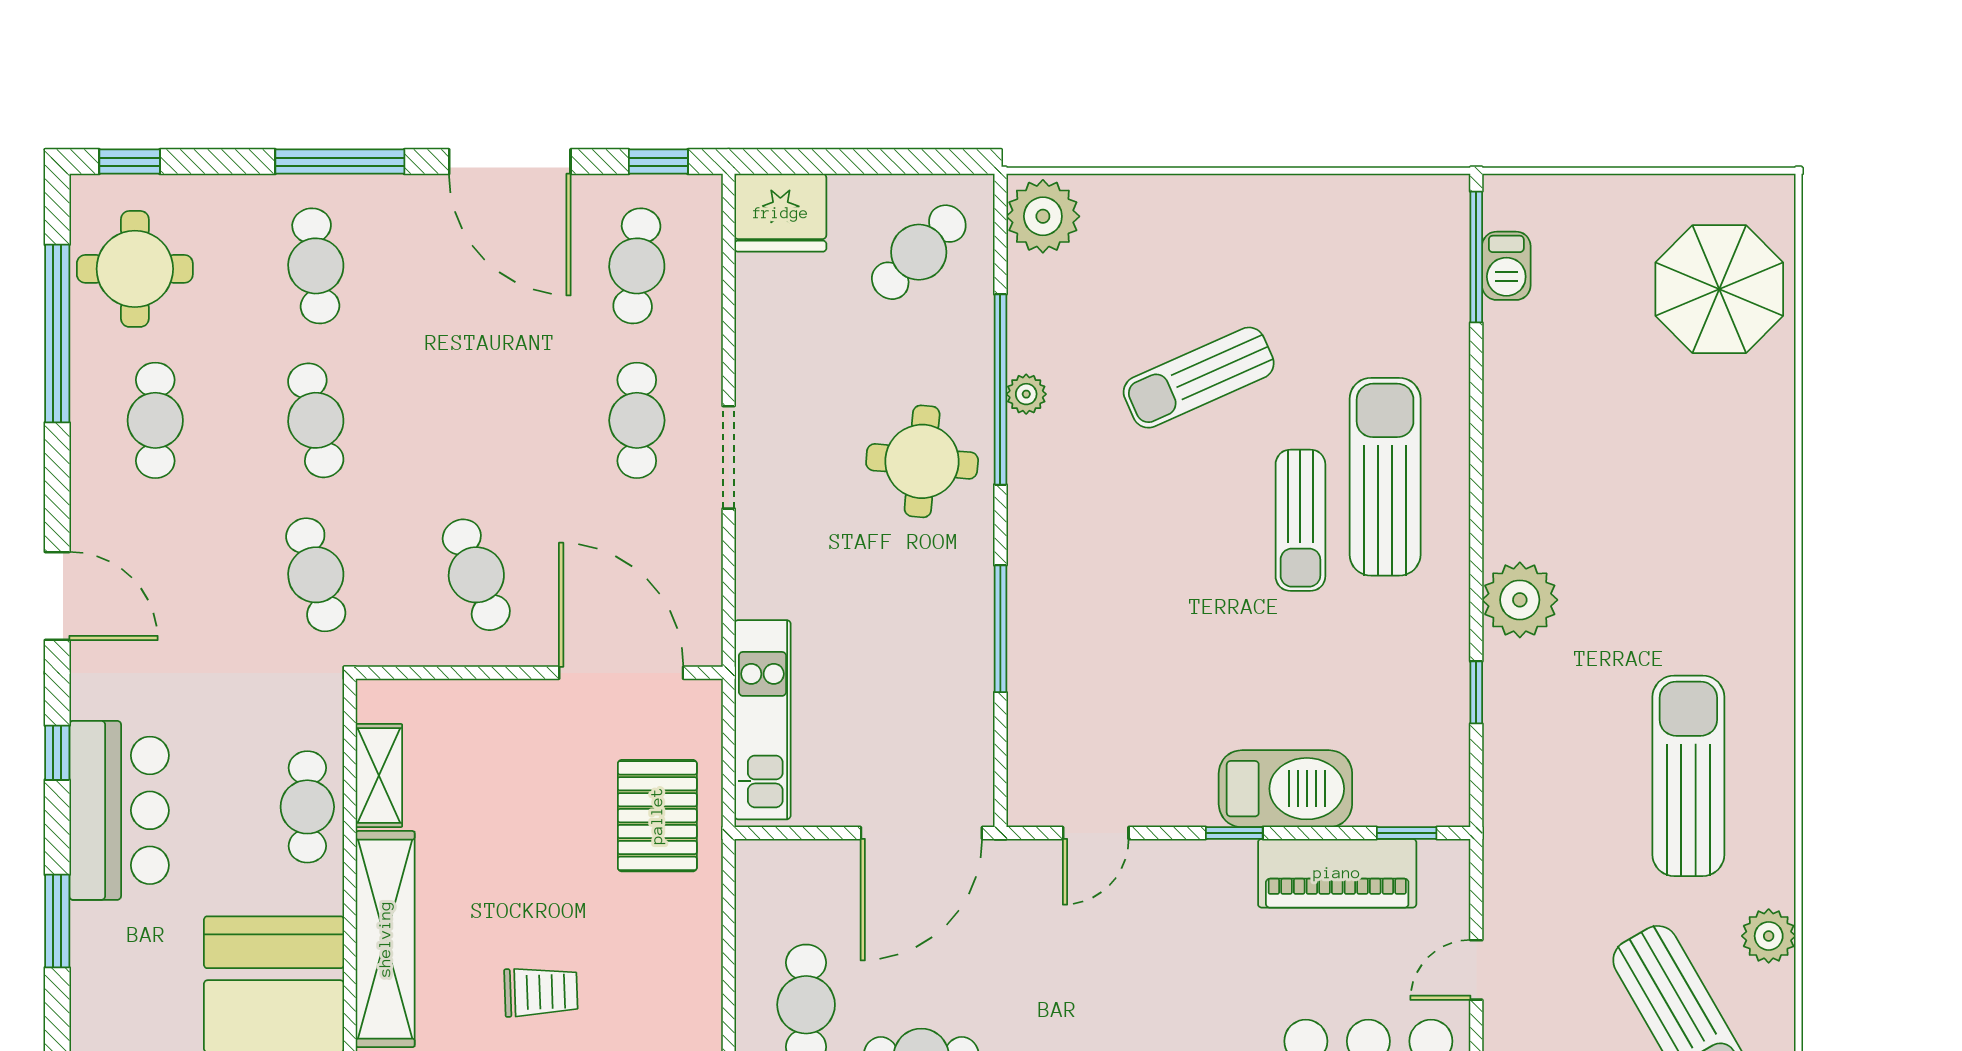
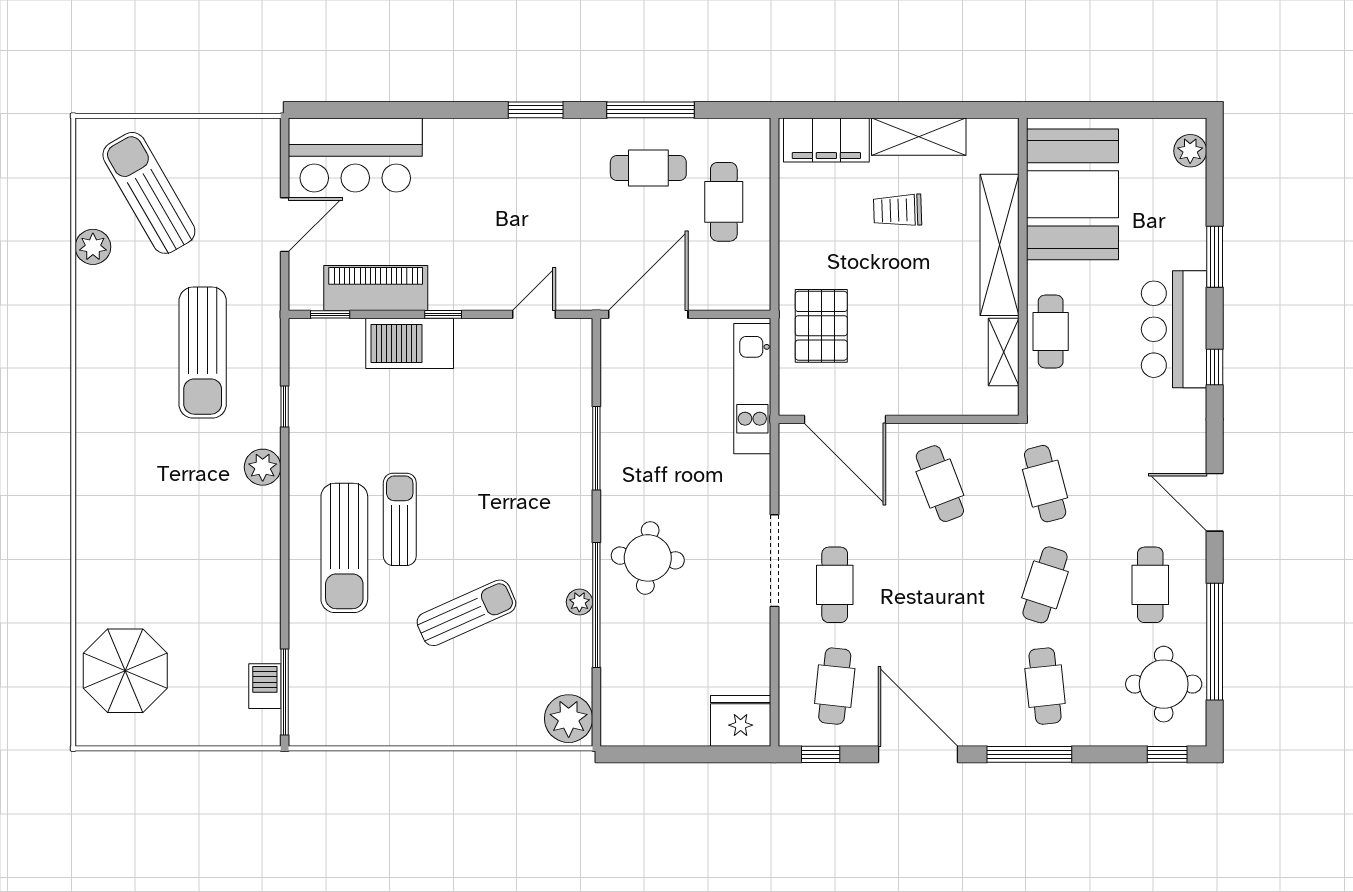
cafe table: (919, 252) -> (650, 695), removed
cafe table: (316, 420) -> (1045, 585), turned 30
doorway: (729, 457) -> (775, 561), width x1.36
door: (57, 596) -> (1215, 502), moved
plant: (1520, 600) -> (263, 467), width x0.73, depth x0.73
sun lounger: (1688, 776) -> (203, 353), moved
door: (1476, 970) -> (285, 225), width x1.38

